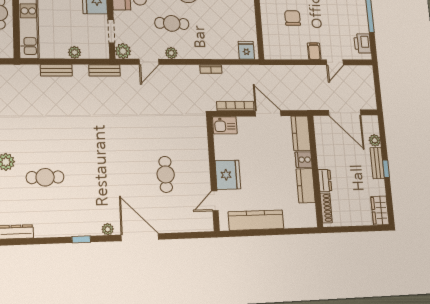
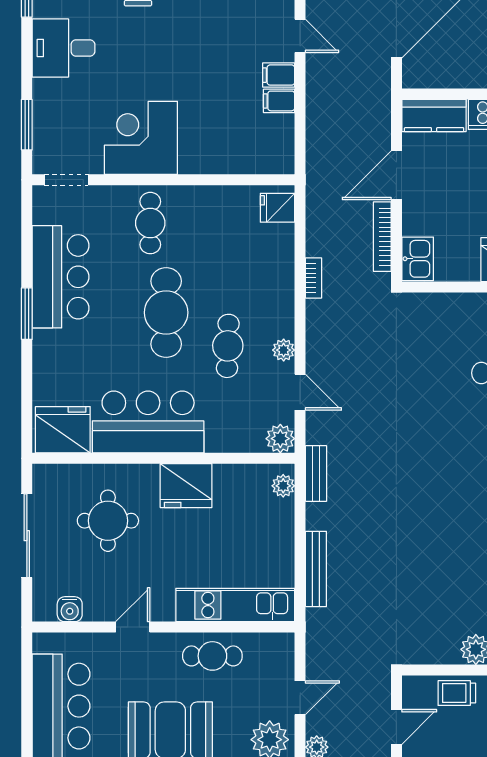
chair: (293, 18) -> (214, 112), removed
doorway: (111, 31) -> (244, 458), removed
filing cabinet: (301, 51) -> (279, 101), added
plant: (75, 52) -> (283, 486), moved
bench: (56, 70) -> (316, 569), width x1.36

